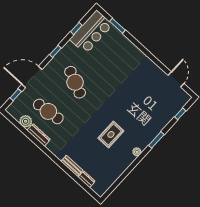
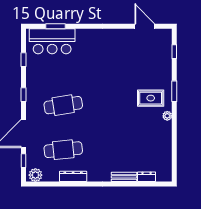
bar counter: (91, 32) -> (52, 41), moved, turned 90
cafe table: (75, 82) -> (63, 105), turned -33
plant: (26, 121) -> (35, 175), moved
rug: (111, 134) -> (151, 98), moved, turned 90

